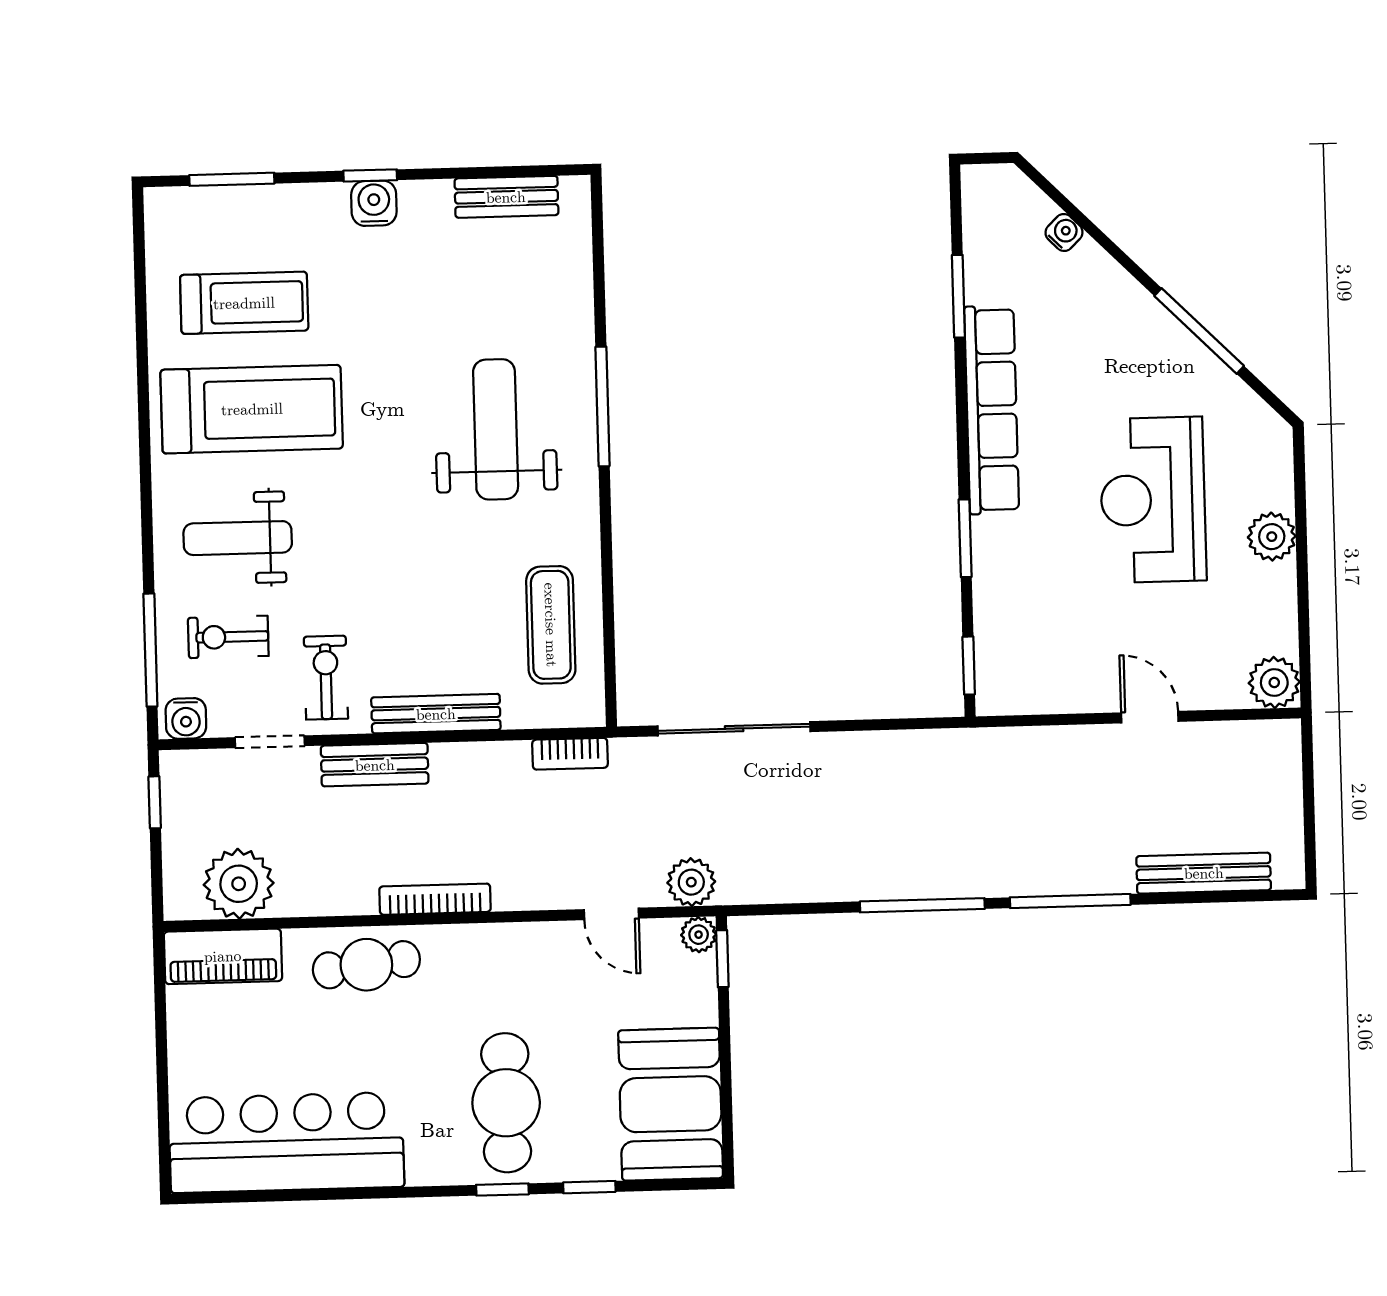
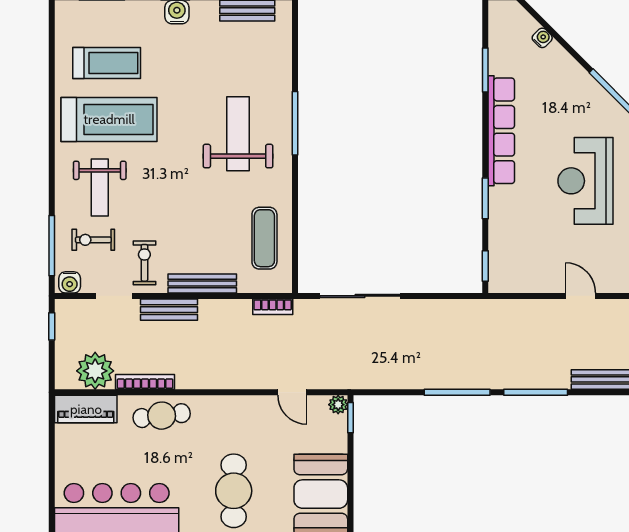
weight bench: (238, 538) -> (100, 188), turned -90
plant: (691, 882) -> (335, 377), removed
bookcase: (435, 899) -> (145, 382), moved

